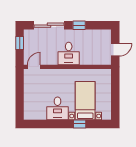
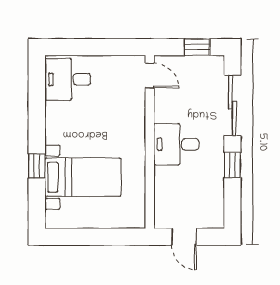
desk: (58, 108) -> (68, 79), moved

